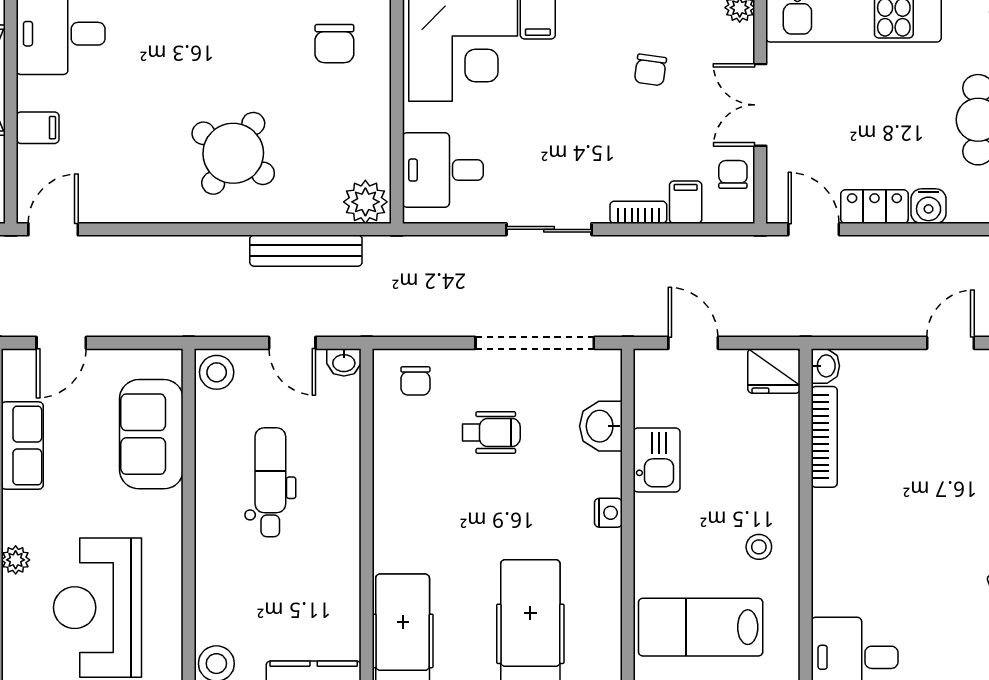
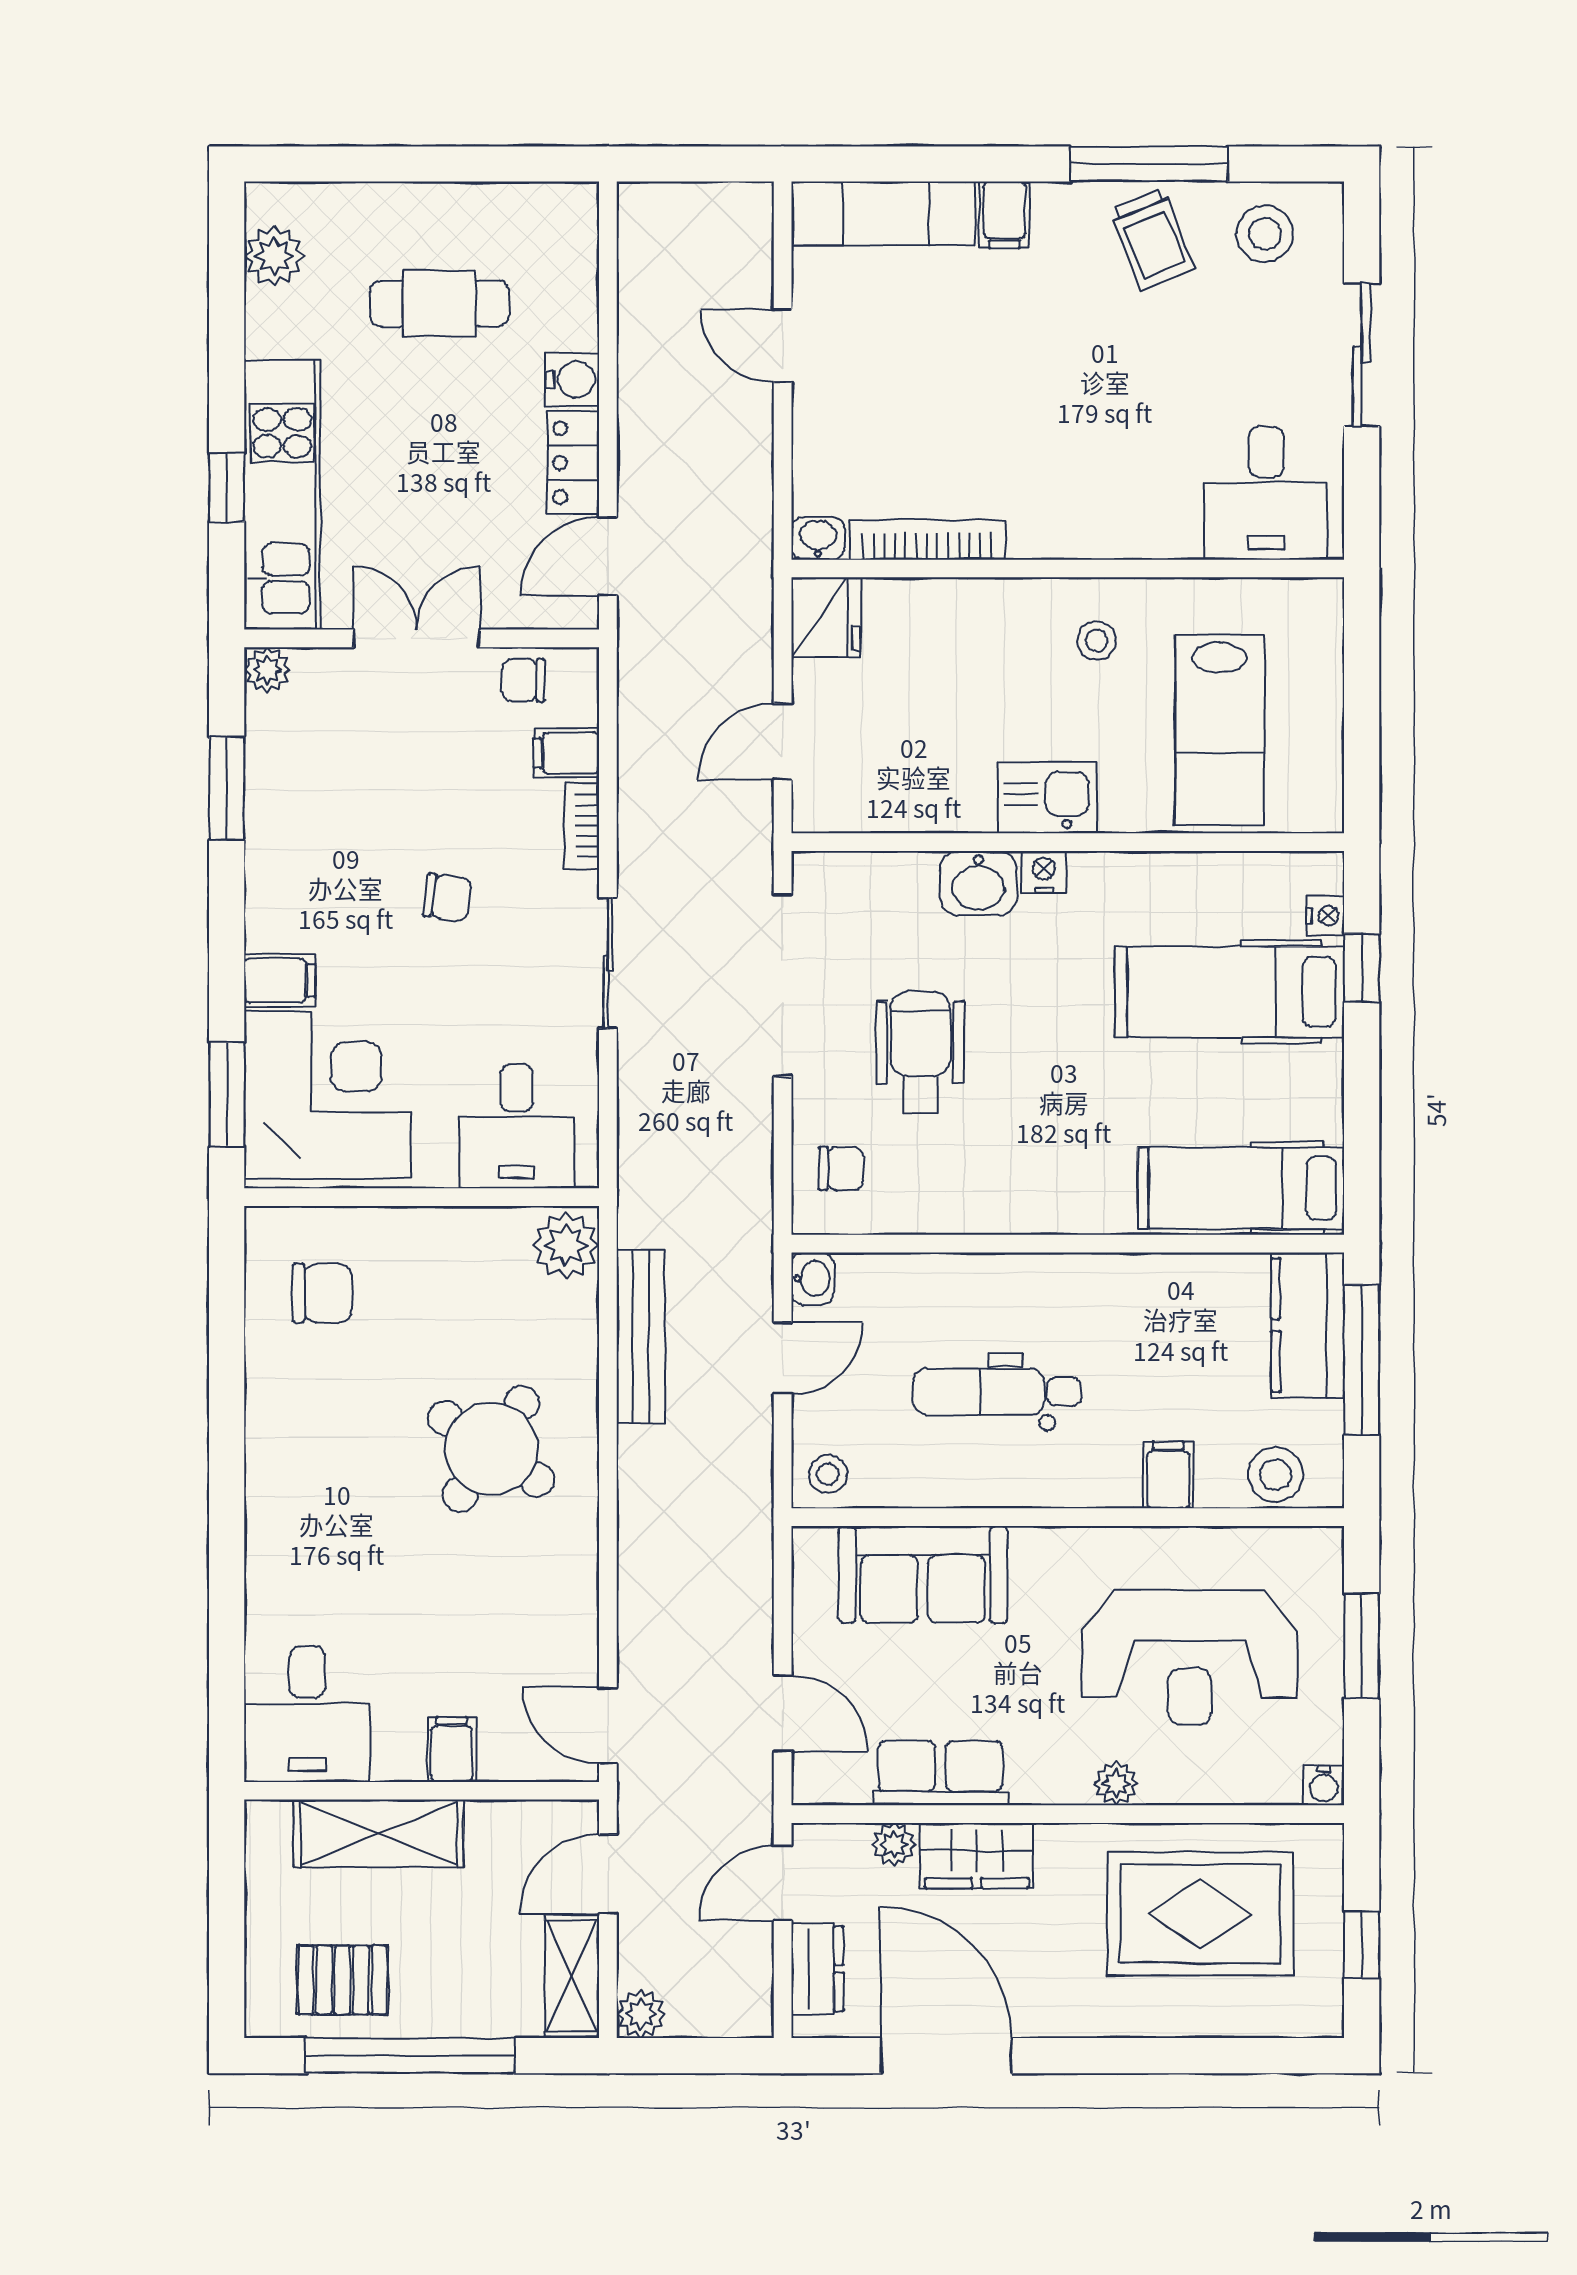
chair: (650, 70) -> (447, 897), moved
double door: (760, 105) -> (417, 638), swing flipped
stool: (217, 372) -> (828, 1474), width x0.73, depth x0.73
washbasin: (601, 426) -> (978, 883), moved
wheelchair: (491, 433) -> (920, 1052), width x1.36, depth x1.37
kitchen sink: (657, 460) -> (1047, 798), moved
filing cabinet: (216, 594) -> (1168, 1475), added

